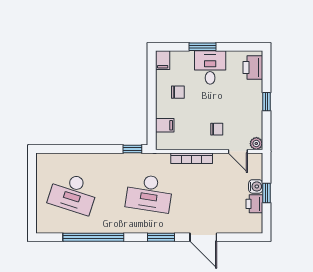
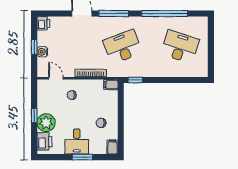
filing cabinet: (165, 125) -> (111, 85), moved
plant: (256, 144) -> (46, 123), moved, width x1.88, depth x1.88
desk: (149, 193) -> (123, 47), turned -30
printer: (254, 204) -> (43, 23), moved
window: (161, 237) -> (114, 14), width x1.44

